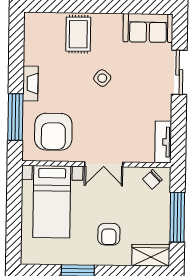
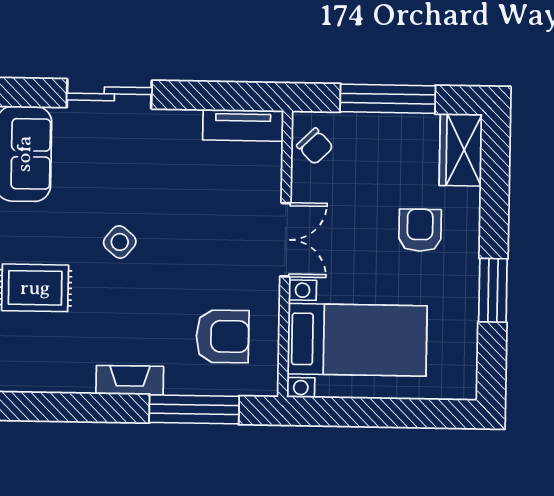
armchair: (53, 132) -> (222, 336), width x0.73, depth x0.73
armchair: (109, 234) -> (420, 230), turned -90

